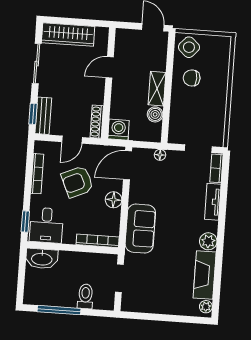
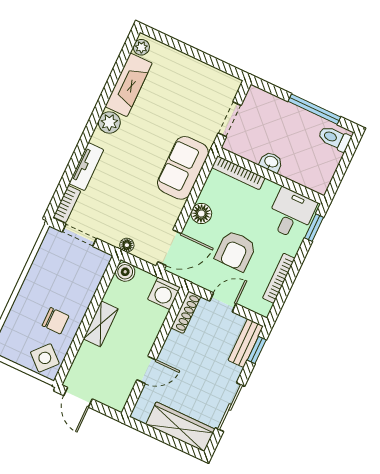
boiler: (155, 114) -> (125, 272), moved
armchair: (77, 182) -> (236, 251), turned 114
washbasin: (42, 259) -> (271, 162), moved, width x0.52, depth x0.69
toilet: (85, 296) -> (334, 138), moved, turned 90

